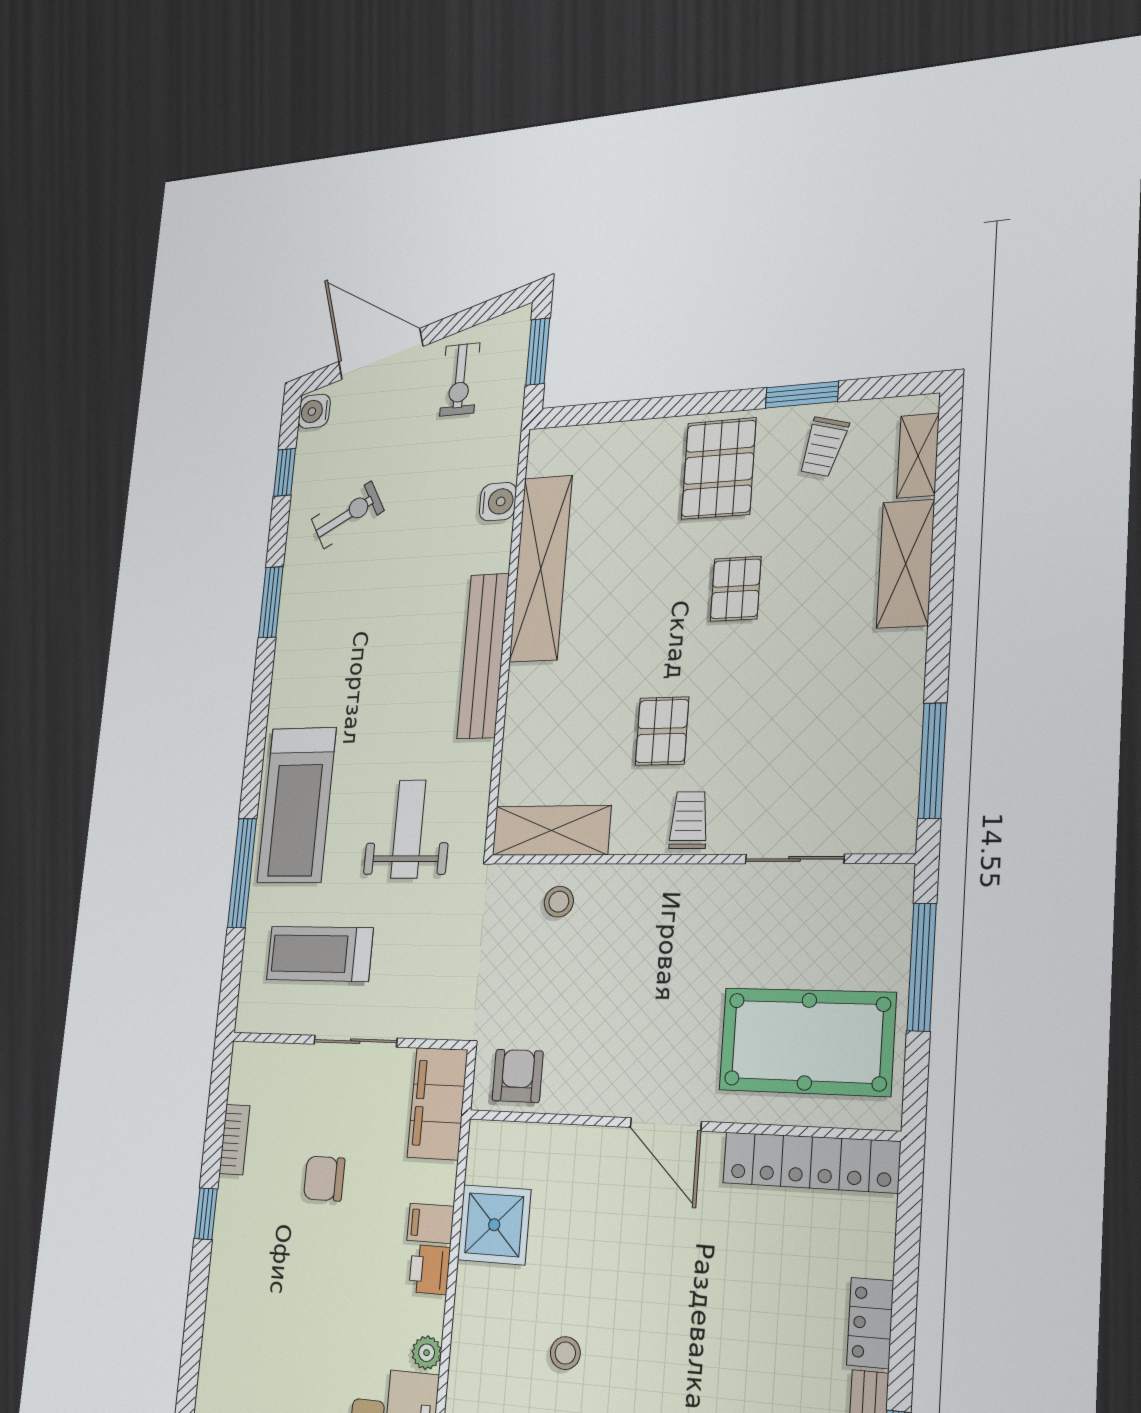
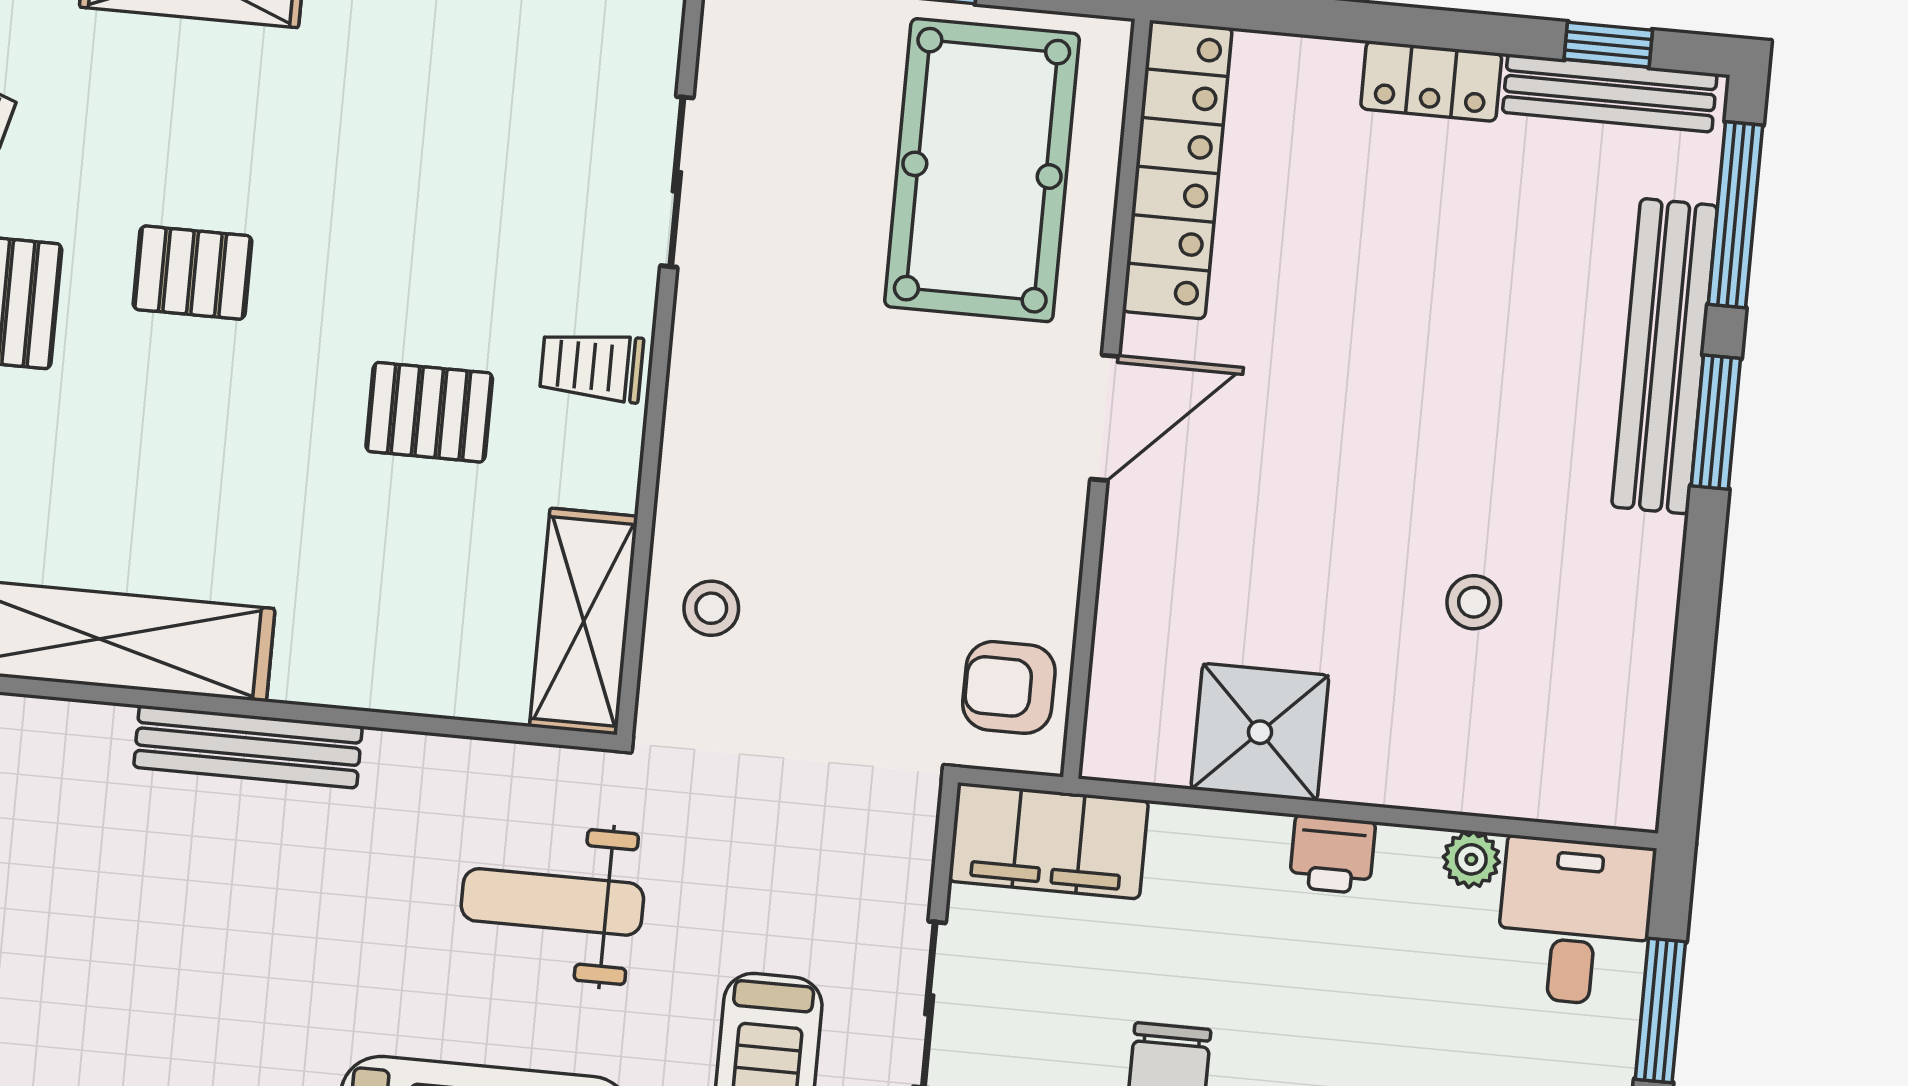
bench: (483, 656) -> (248, 747), width x0.73, depth x0.82
filing cabinet: (431, 1223) -> (1254, 853), removed

